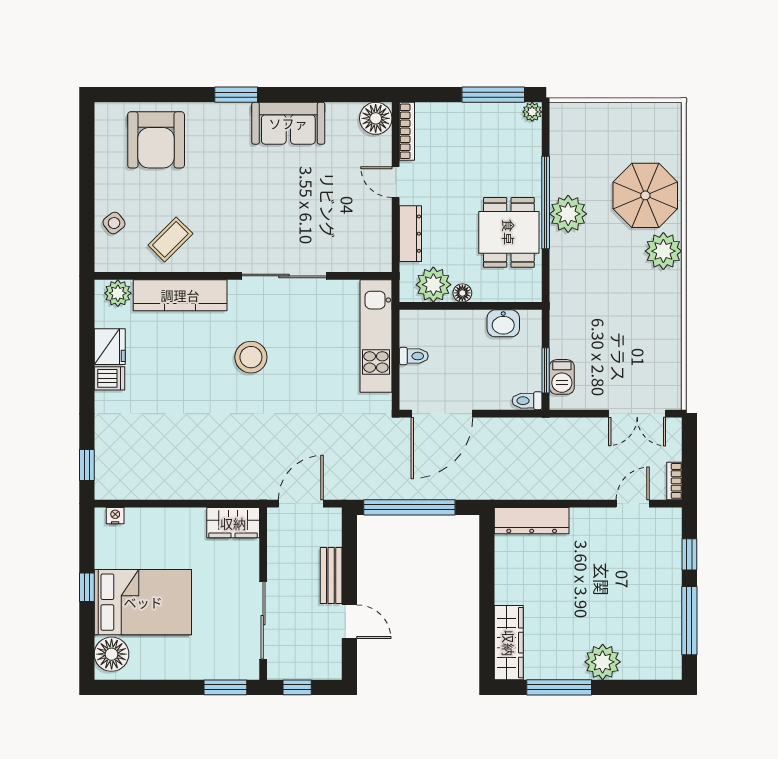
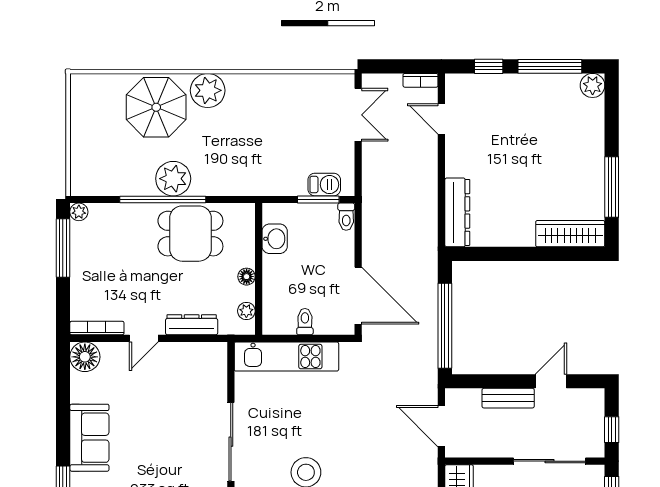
plant: (433, 285) -> (246, 311), width x0.53, depth x0.53
plant: (603, 662) -> (593, 85), moved, width x0.73, depth x0.73

